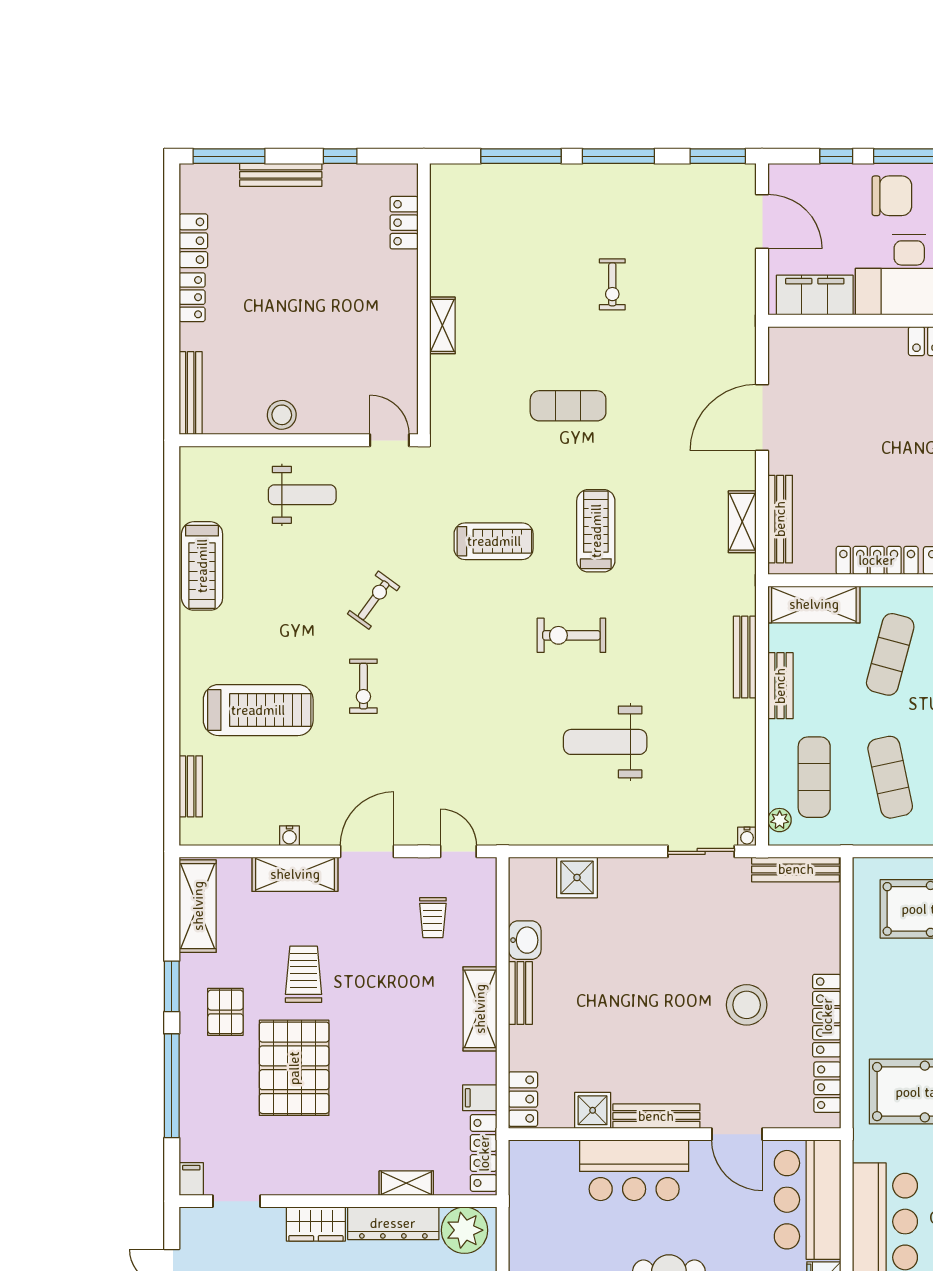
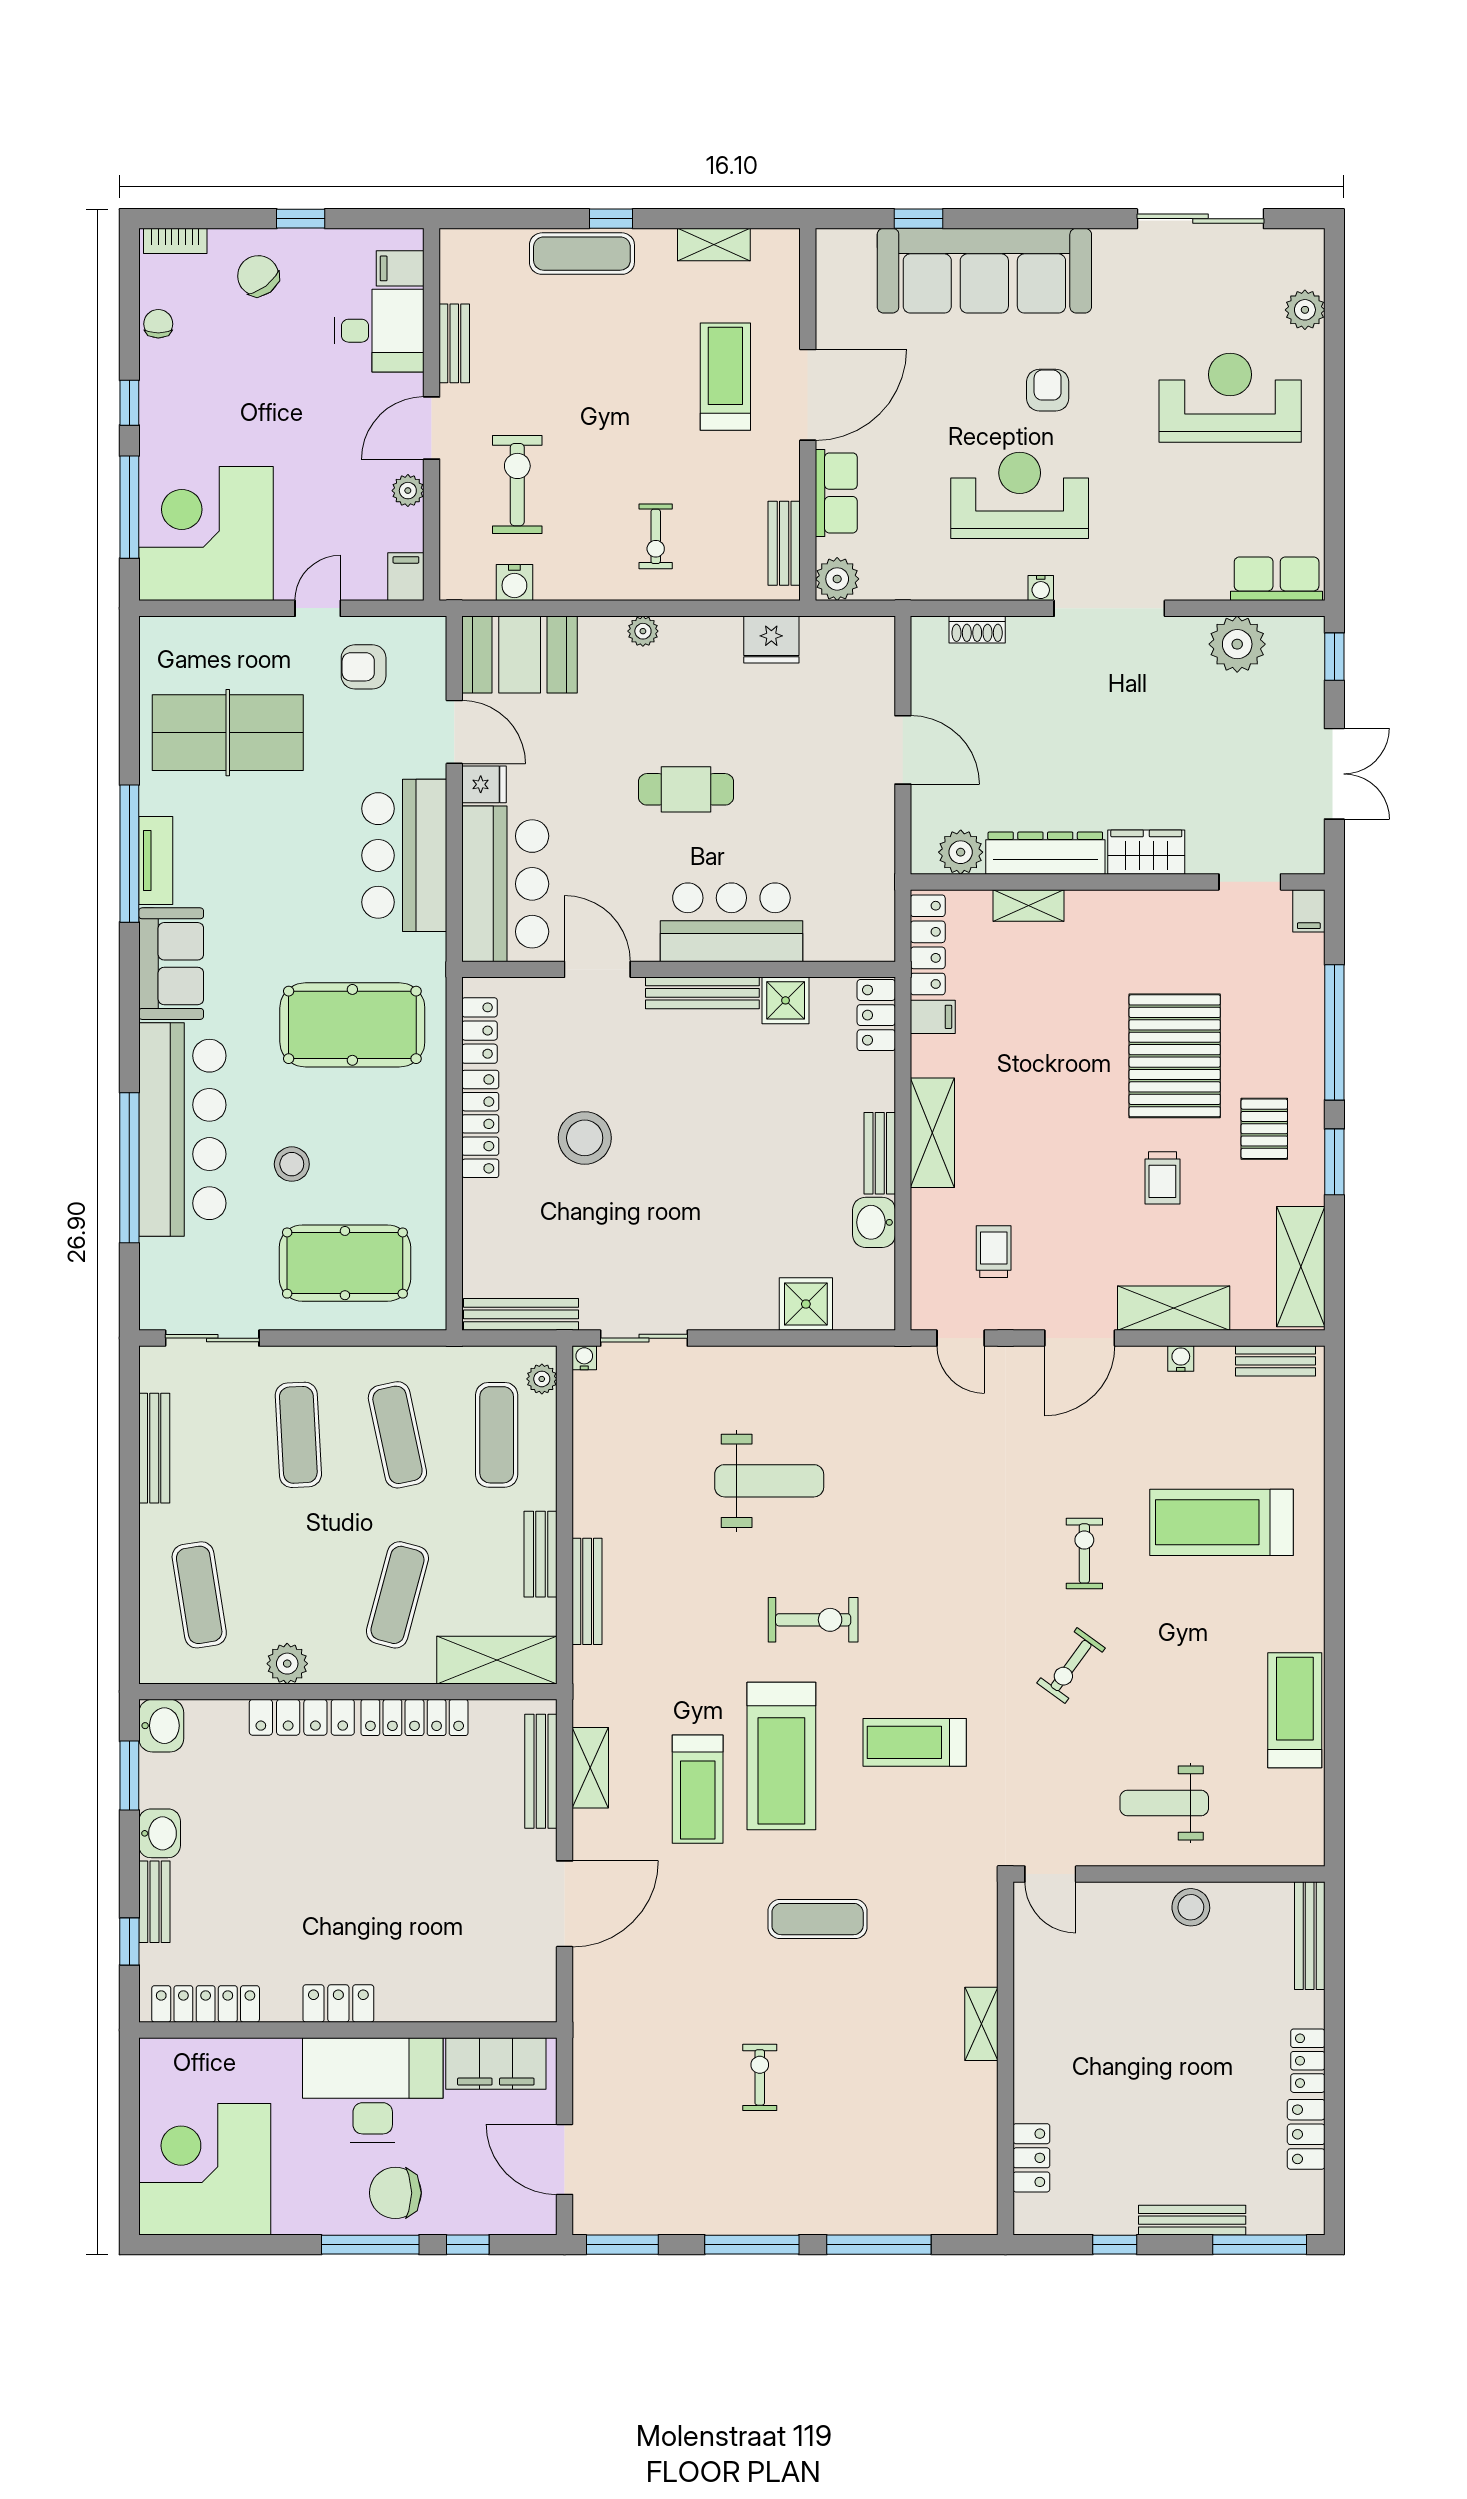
treadmill: (660, 505) -> (698, 1789), added
treadmill: (596, 531) -> (781, 1756), width x1.37, depth x1.38
bench: (191, 786) -> (1276, 1361), moved, turned 90
trolley: (304, 974) -> (1162, 1178), width x0.73, depth x0.72
plant: (465, 1230) -> (961, 852), width x0.73, depth x0.73

